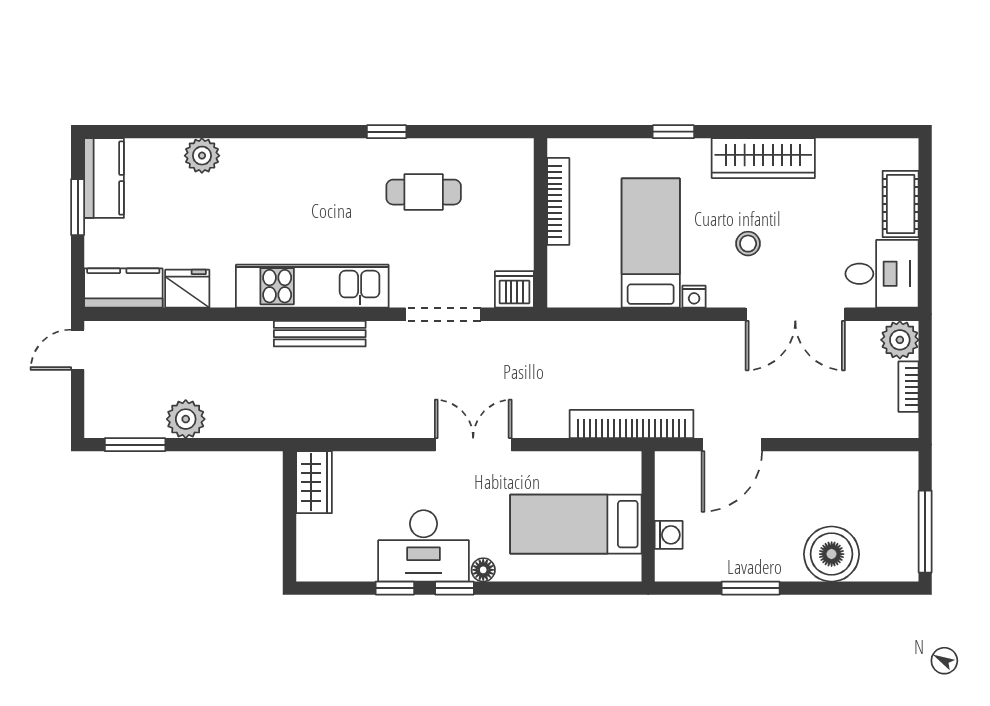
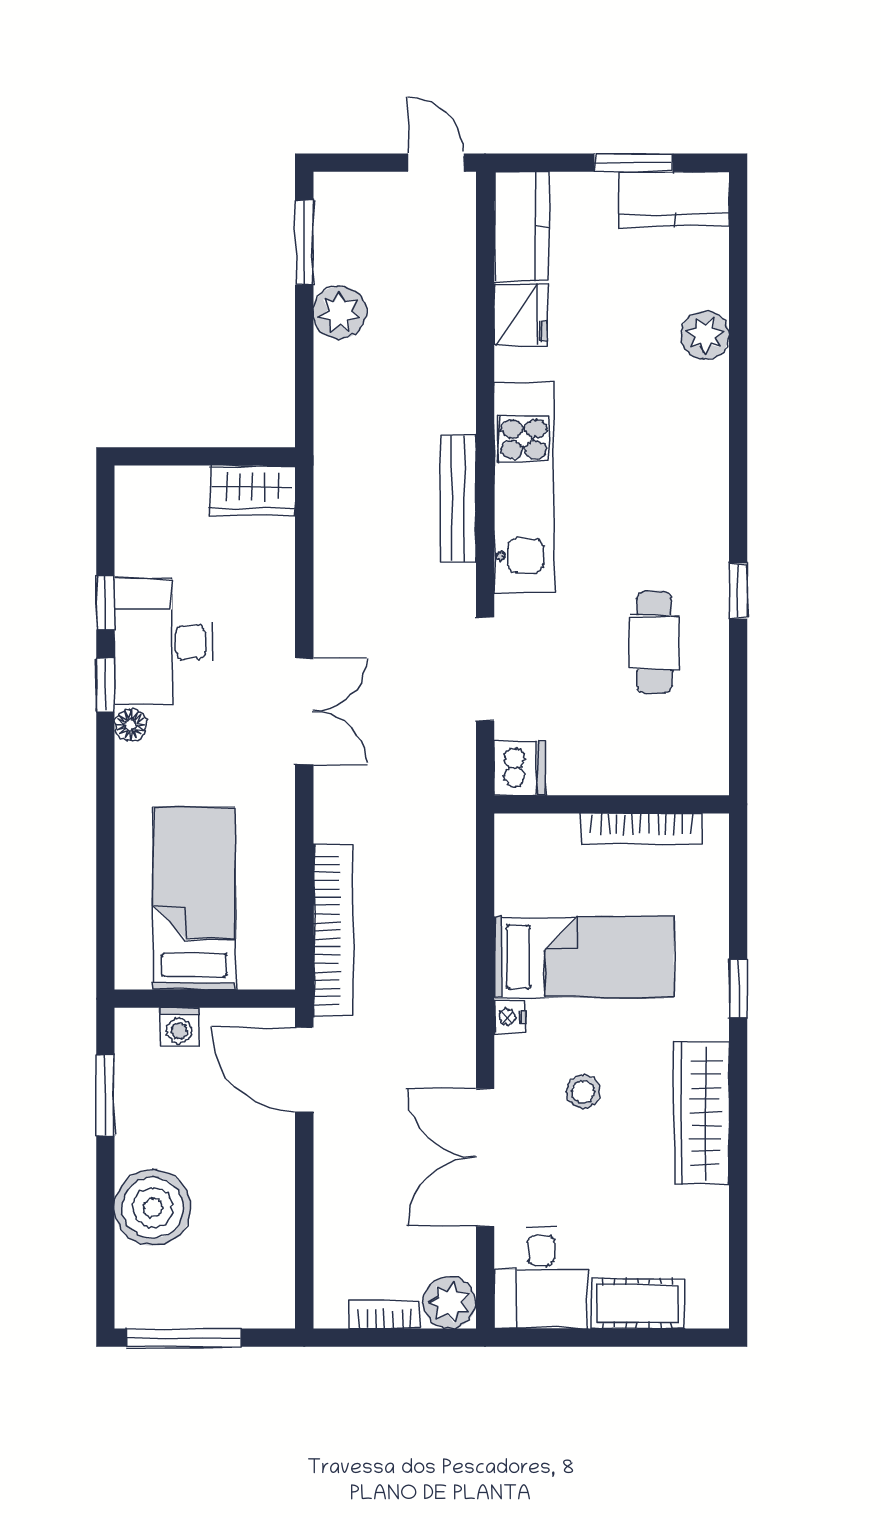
wall: (648, 516) -> (205, 999), moved
bed: (576, 524) -> (194, 899), moved
washing machine: (669, 535) -> (179, 1027), moved

